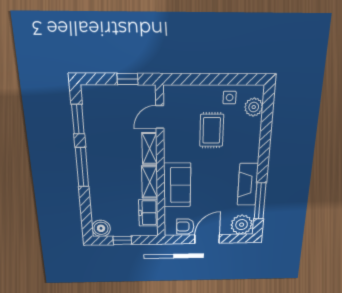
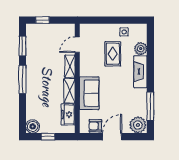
window: (127, 79) -> (43, 20), moved
plant: (254, 107) -> (141, 49), moved
fireplace: (248, 184) -> (140, 72), moved

